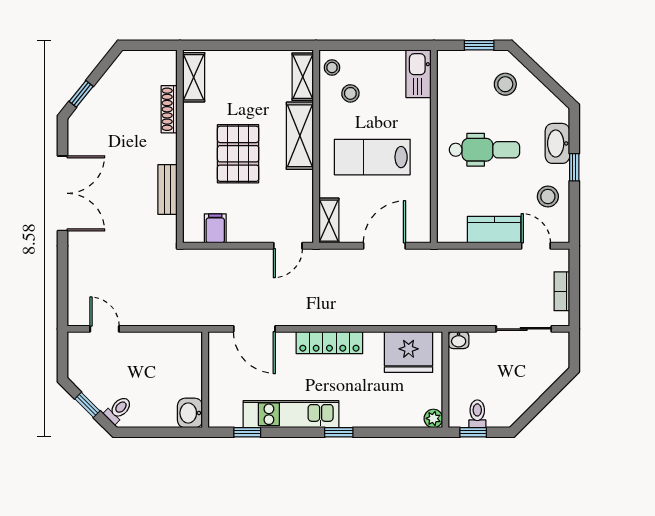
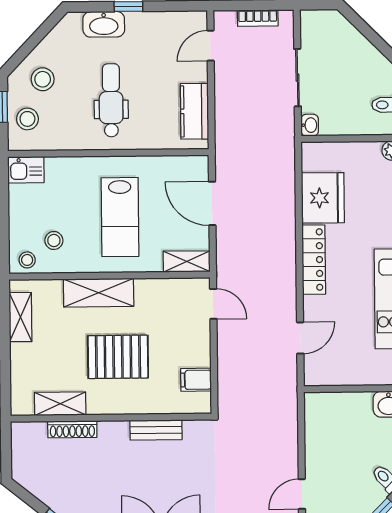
kitchen sink: (419, 74) -> (26, 170), width x0.73
shelving: (194, 77) -> (60, 404), moved
shelving: (303, 77) -> (20, 317), moved, turned 90
stool: (548, 197) -> (27, 119), moved
kitchen counter: (494, 230) -> (194, 111), moved
door: (254, 329) -> (300, 338), width x0.73
sliding door: (524, 329) -> (297, 78), moved
fridge: (409, 352) -> (323, 198), moved

